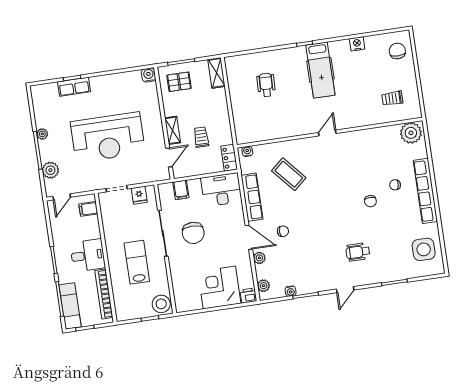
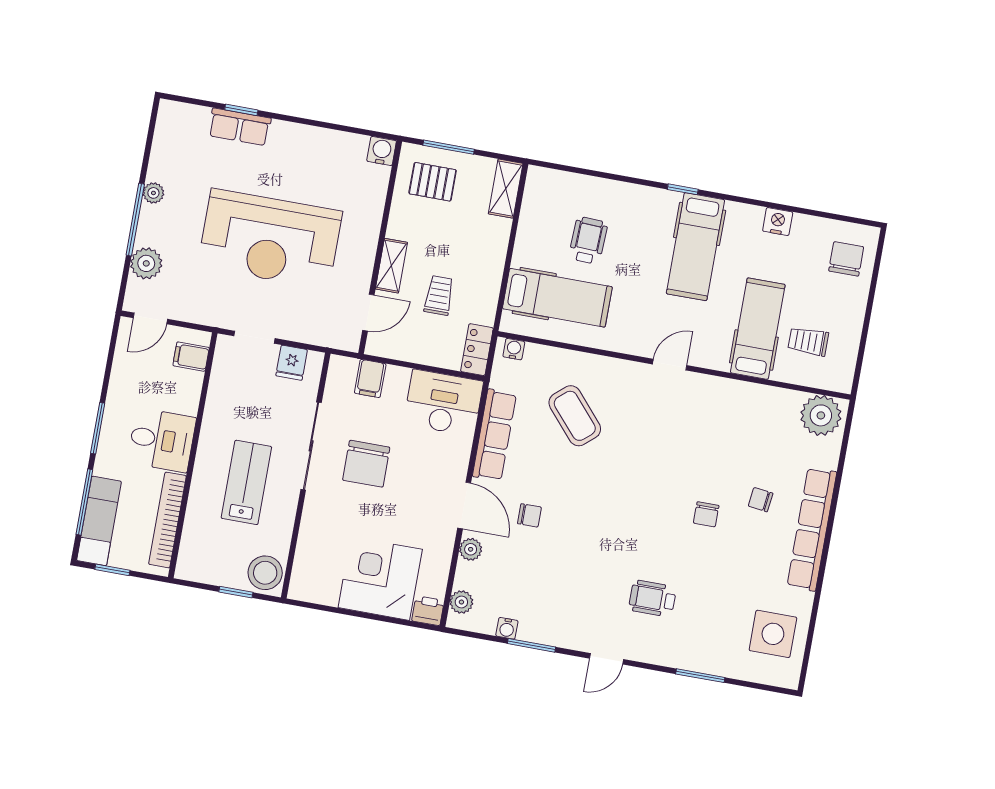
hospital bed: (365, 100) -> (758, 329), added
hospital bed: (260, 119) -> (557, 298), added

